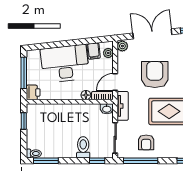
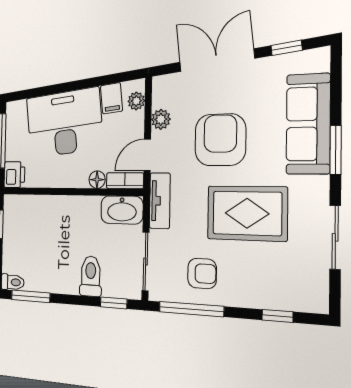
plant: (122, 46) -> (161, 119), moved
washbasin: (107, 109) -> (122, 210), width x1.91, depth x1.45
armchair: (146, 142) -> (202, 274), turned -90

